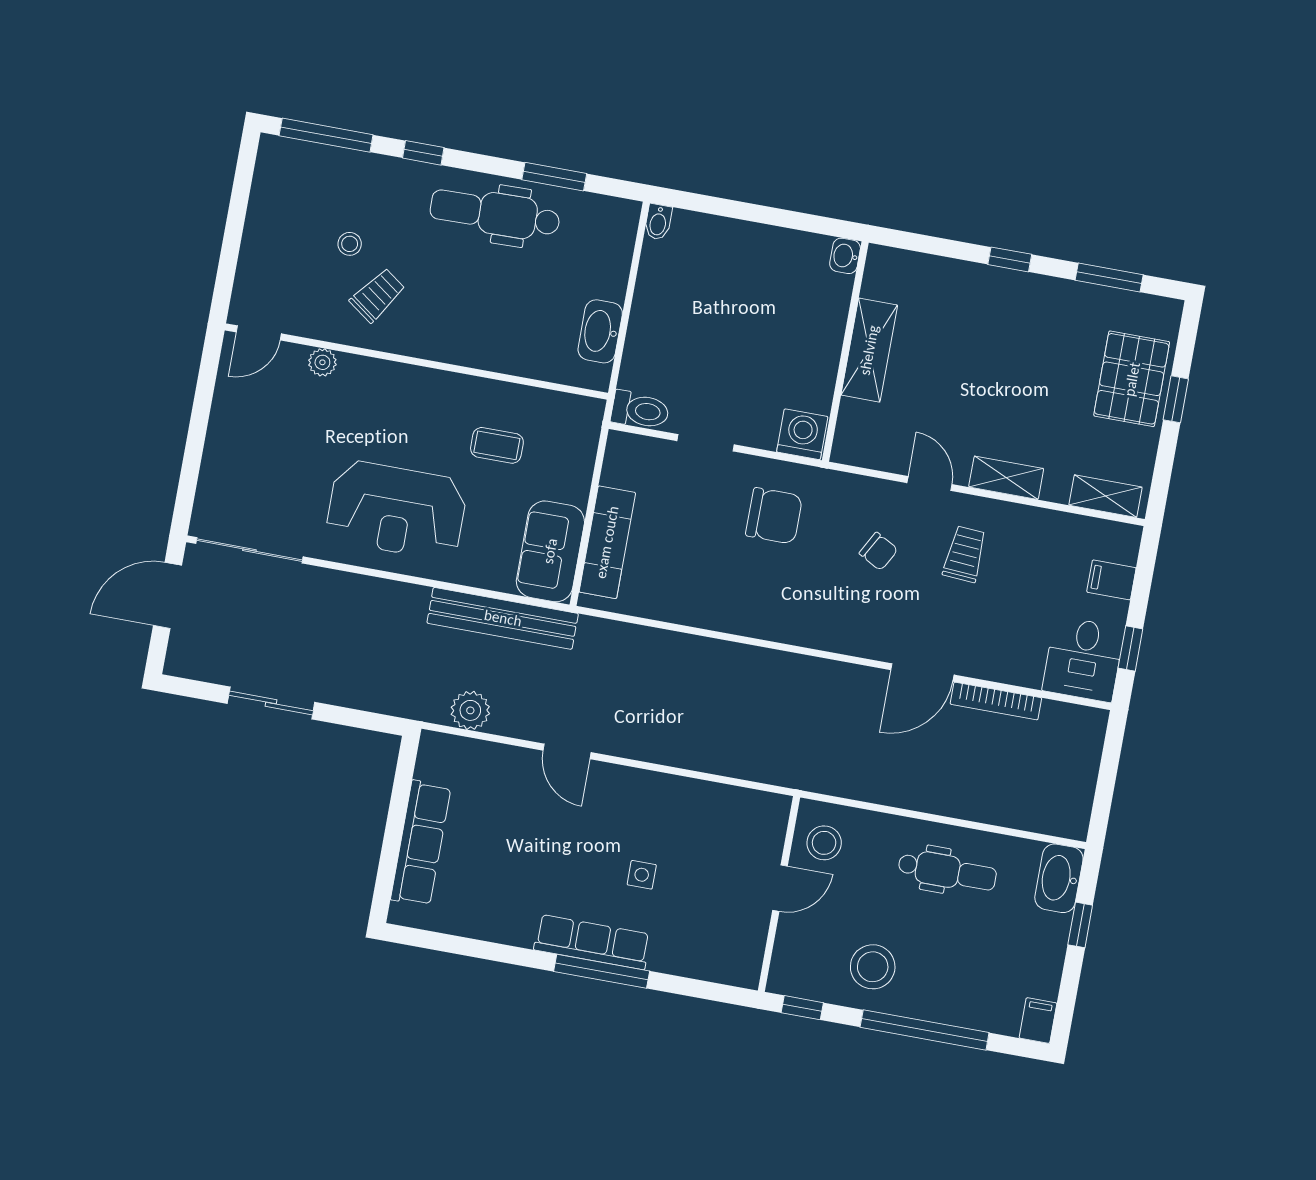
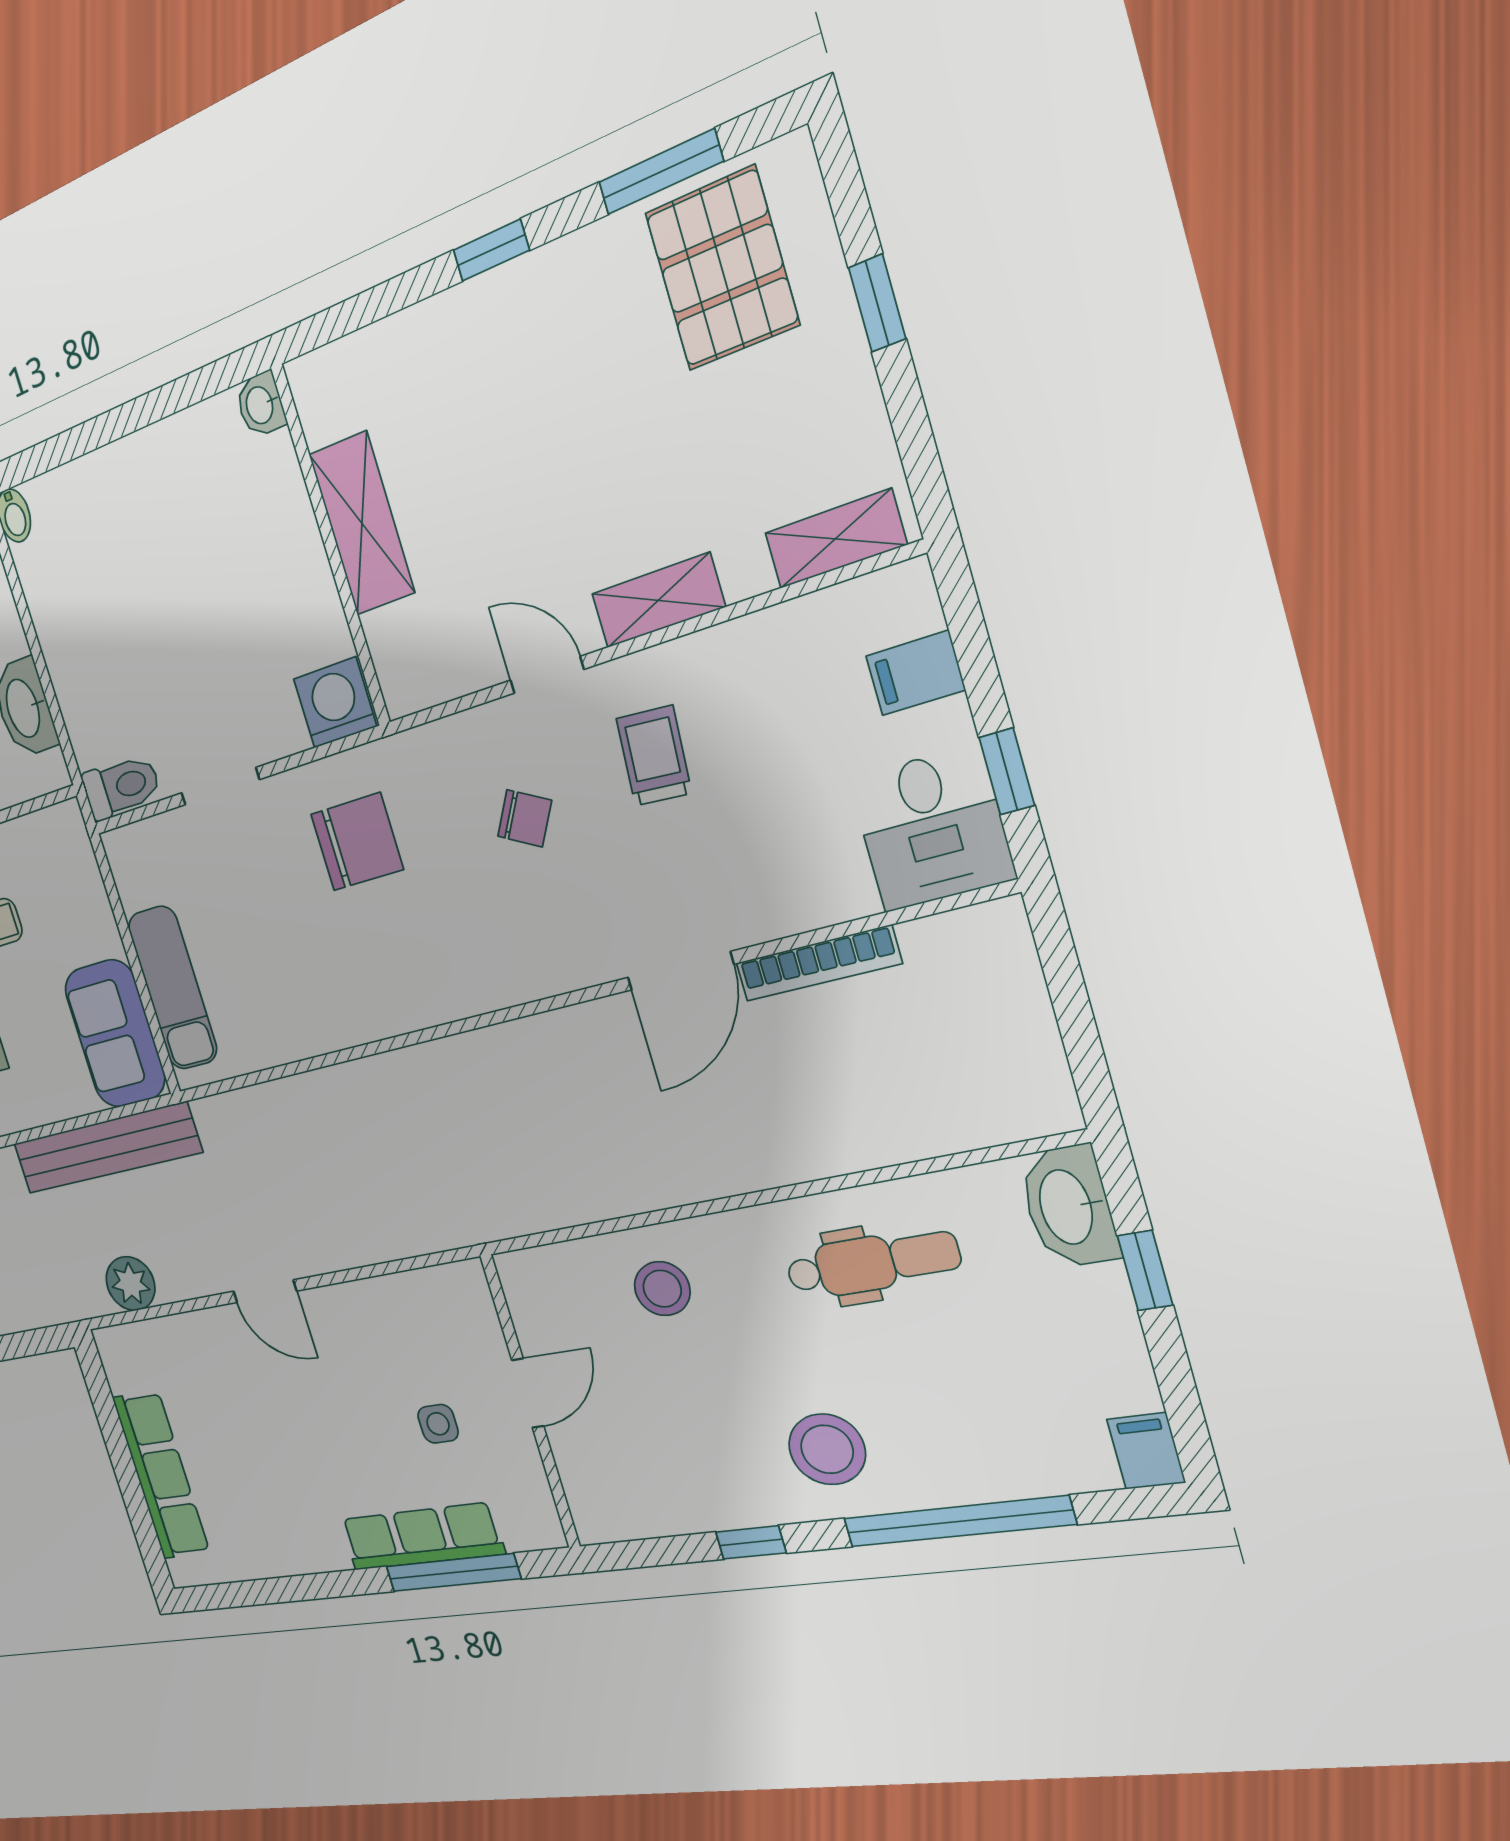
pallet: (1132, 379) -> (722, 269), moved
door: (780, 888) -> (528, 1393), moved
wall: (779, 894) -> (530, 1402), moved

